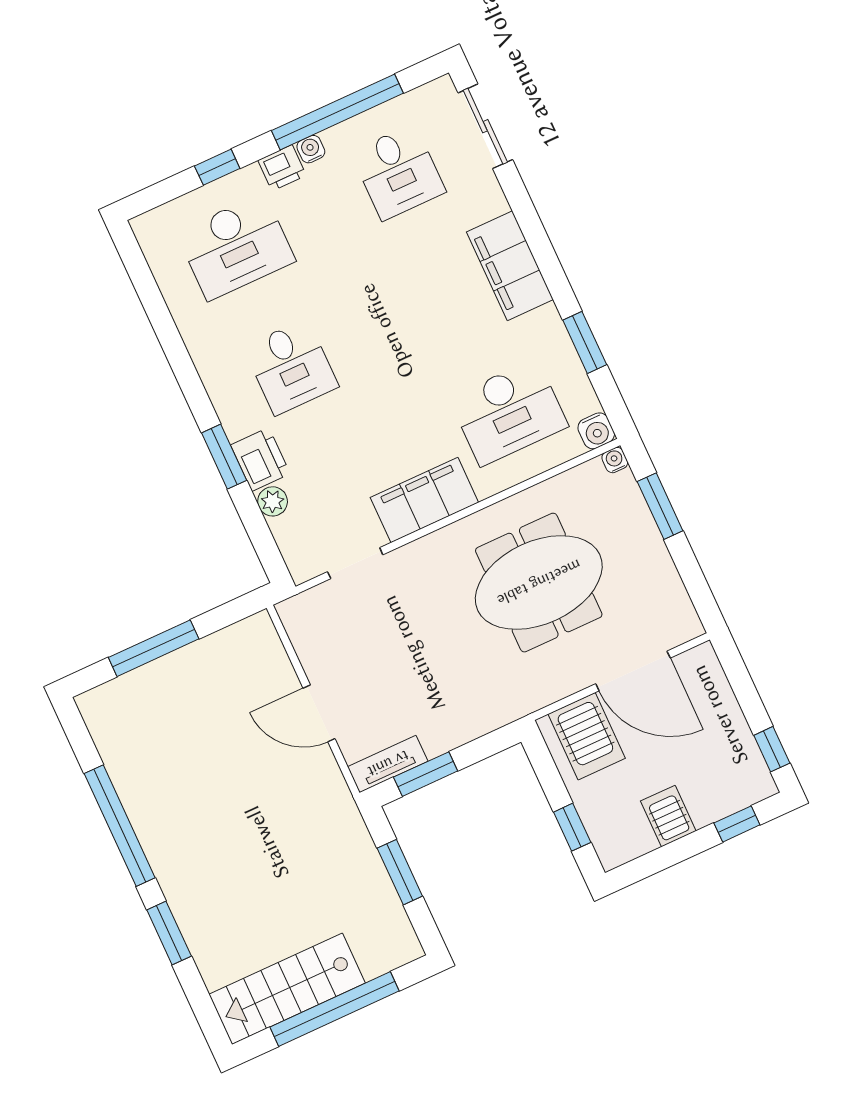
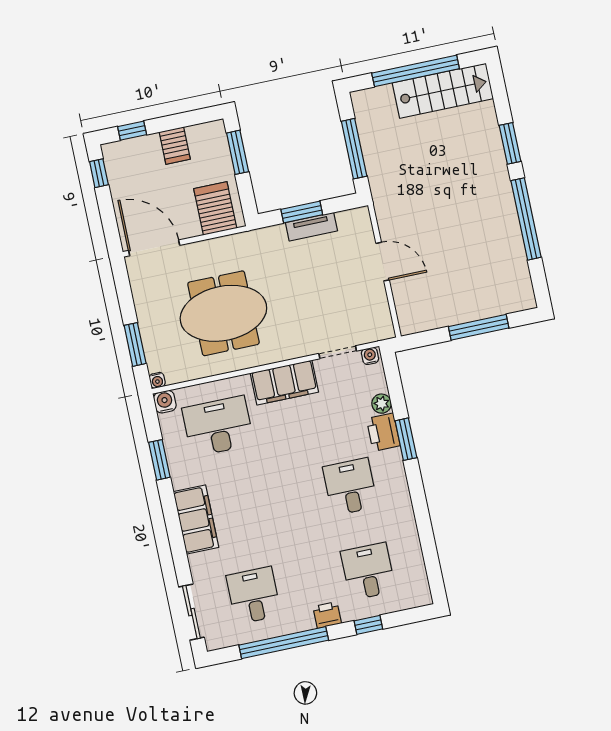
water cooler: (311, 149) -> (370, 356), moved, turned 180
desk: (236, 247) -> (368, 571), width x0.73
door: (633, 671) -> (154, 248), moved
tv unit: (388, 764) -> (311, 227), moved
window: (426, 774) -> (302, 212), moved
window: (572, 827) -> (238, 152), width x1.50
window: (400, 872) -> (354, 149), width x1.44

